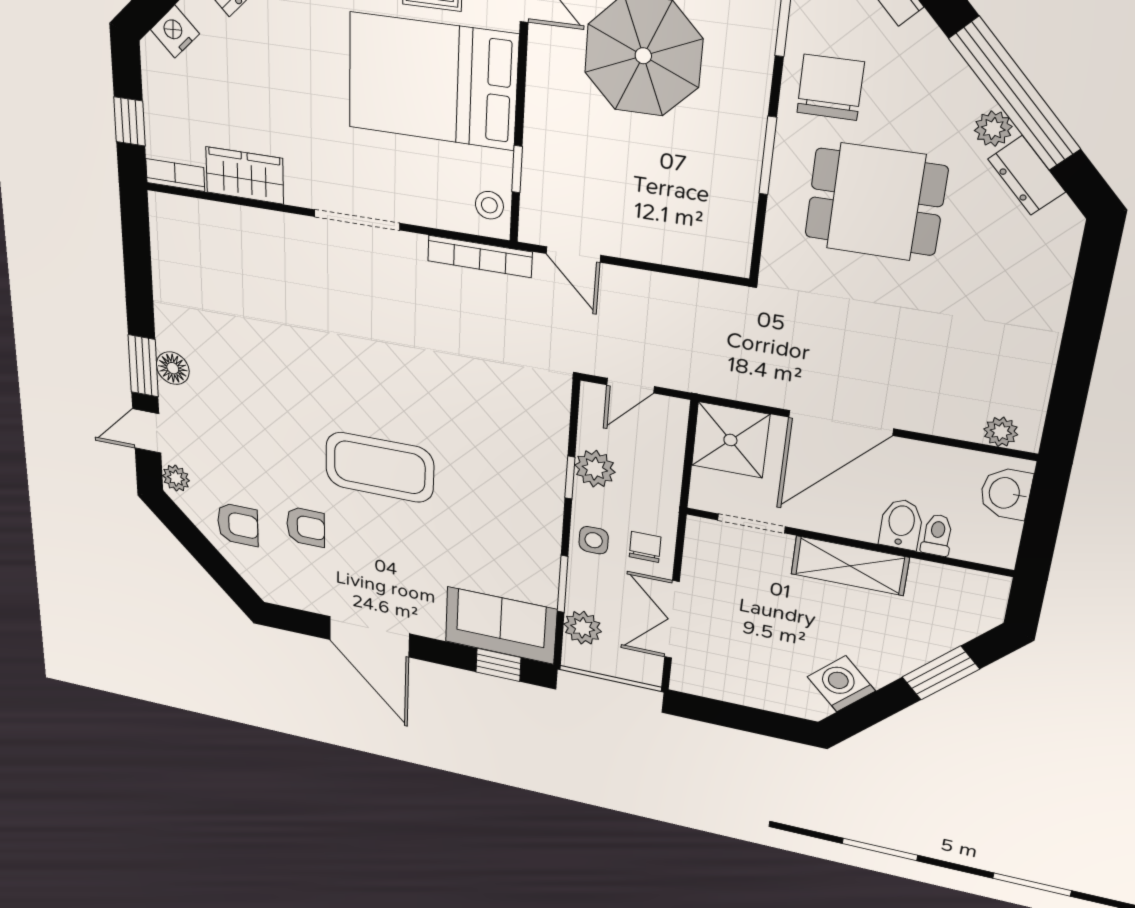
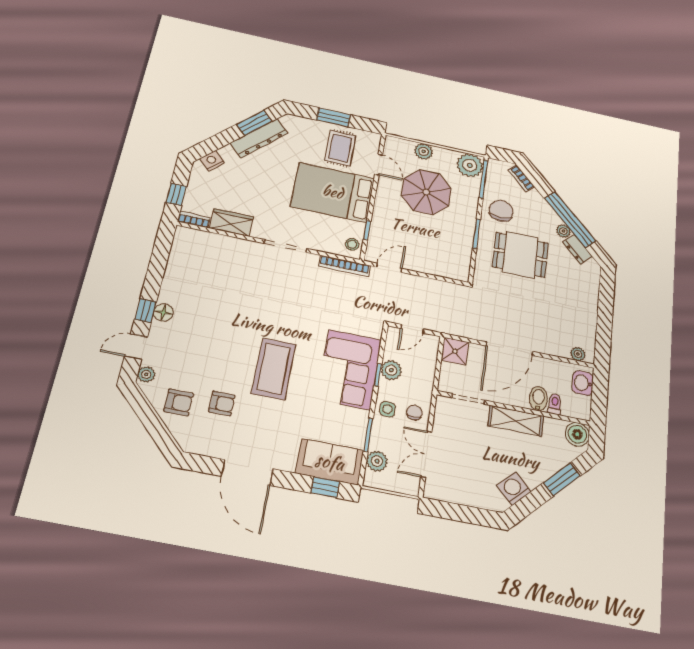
door: (573, 254) -> (389, 268), swing flipped
window: (143, 366) -> (146, 311), width x0.67
shower: (730, 440) -> (455, 351), width x0.73, depth x0.73
coffee table: (380, 467) -> (274, 369), turned 90
corner sofa: (515, 468) -> (349, 369), added
boiler: (982, 594) -> (577, 434), added

